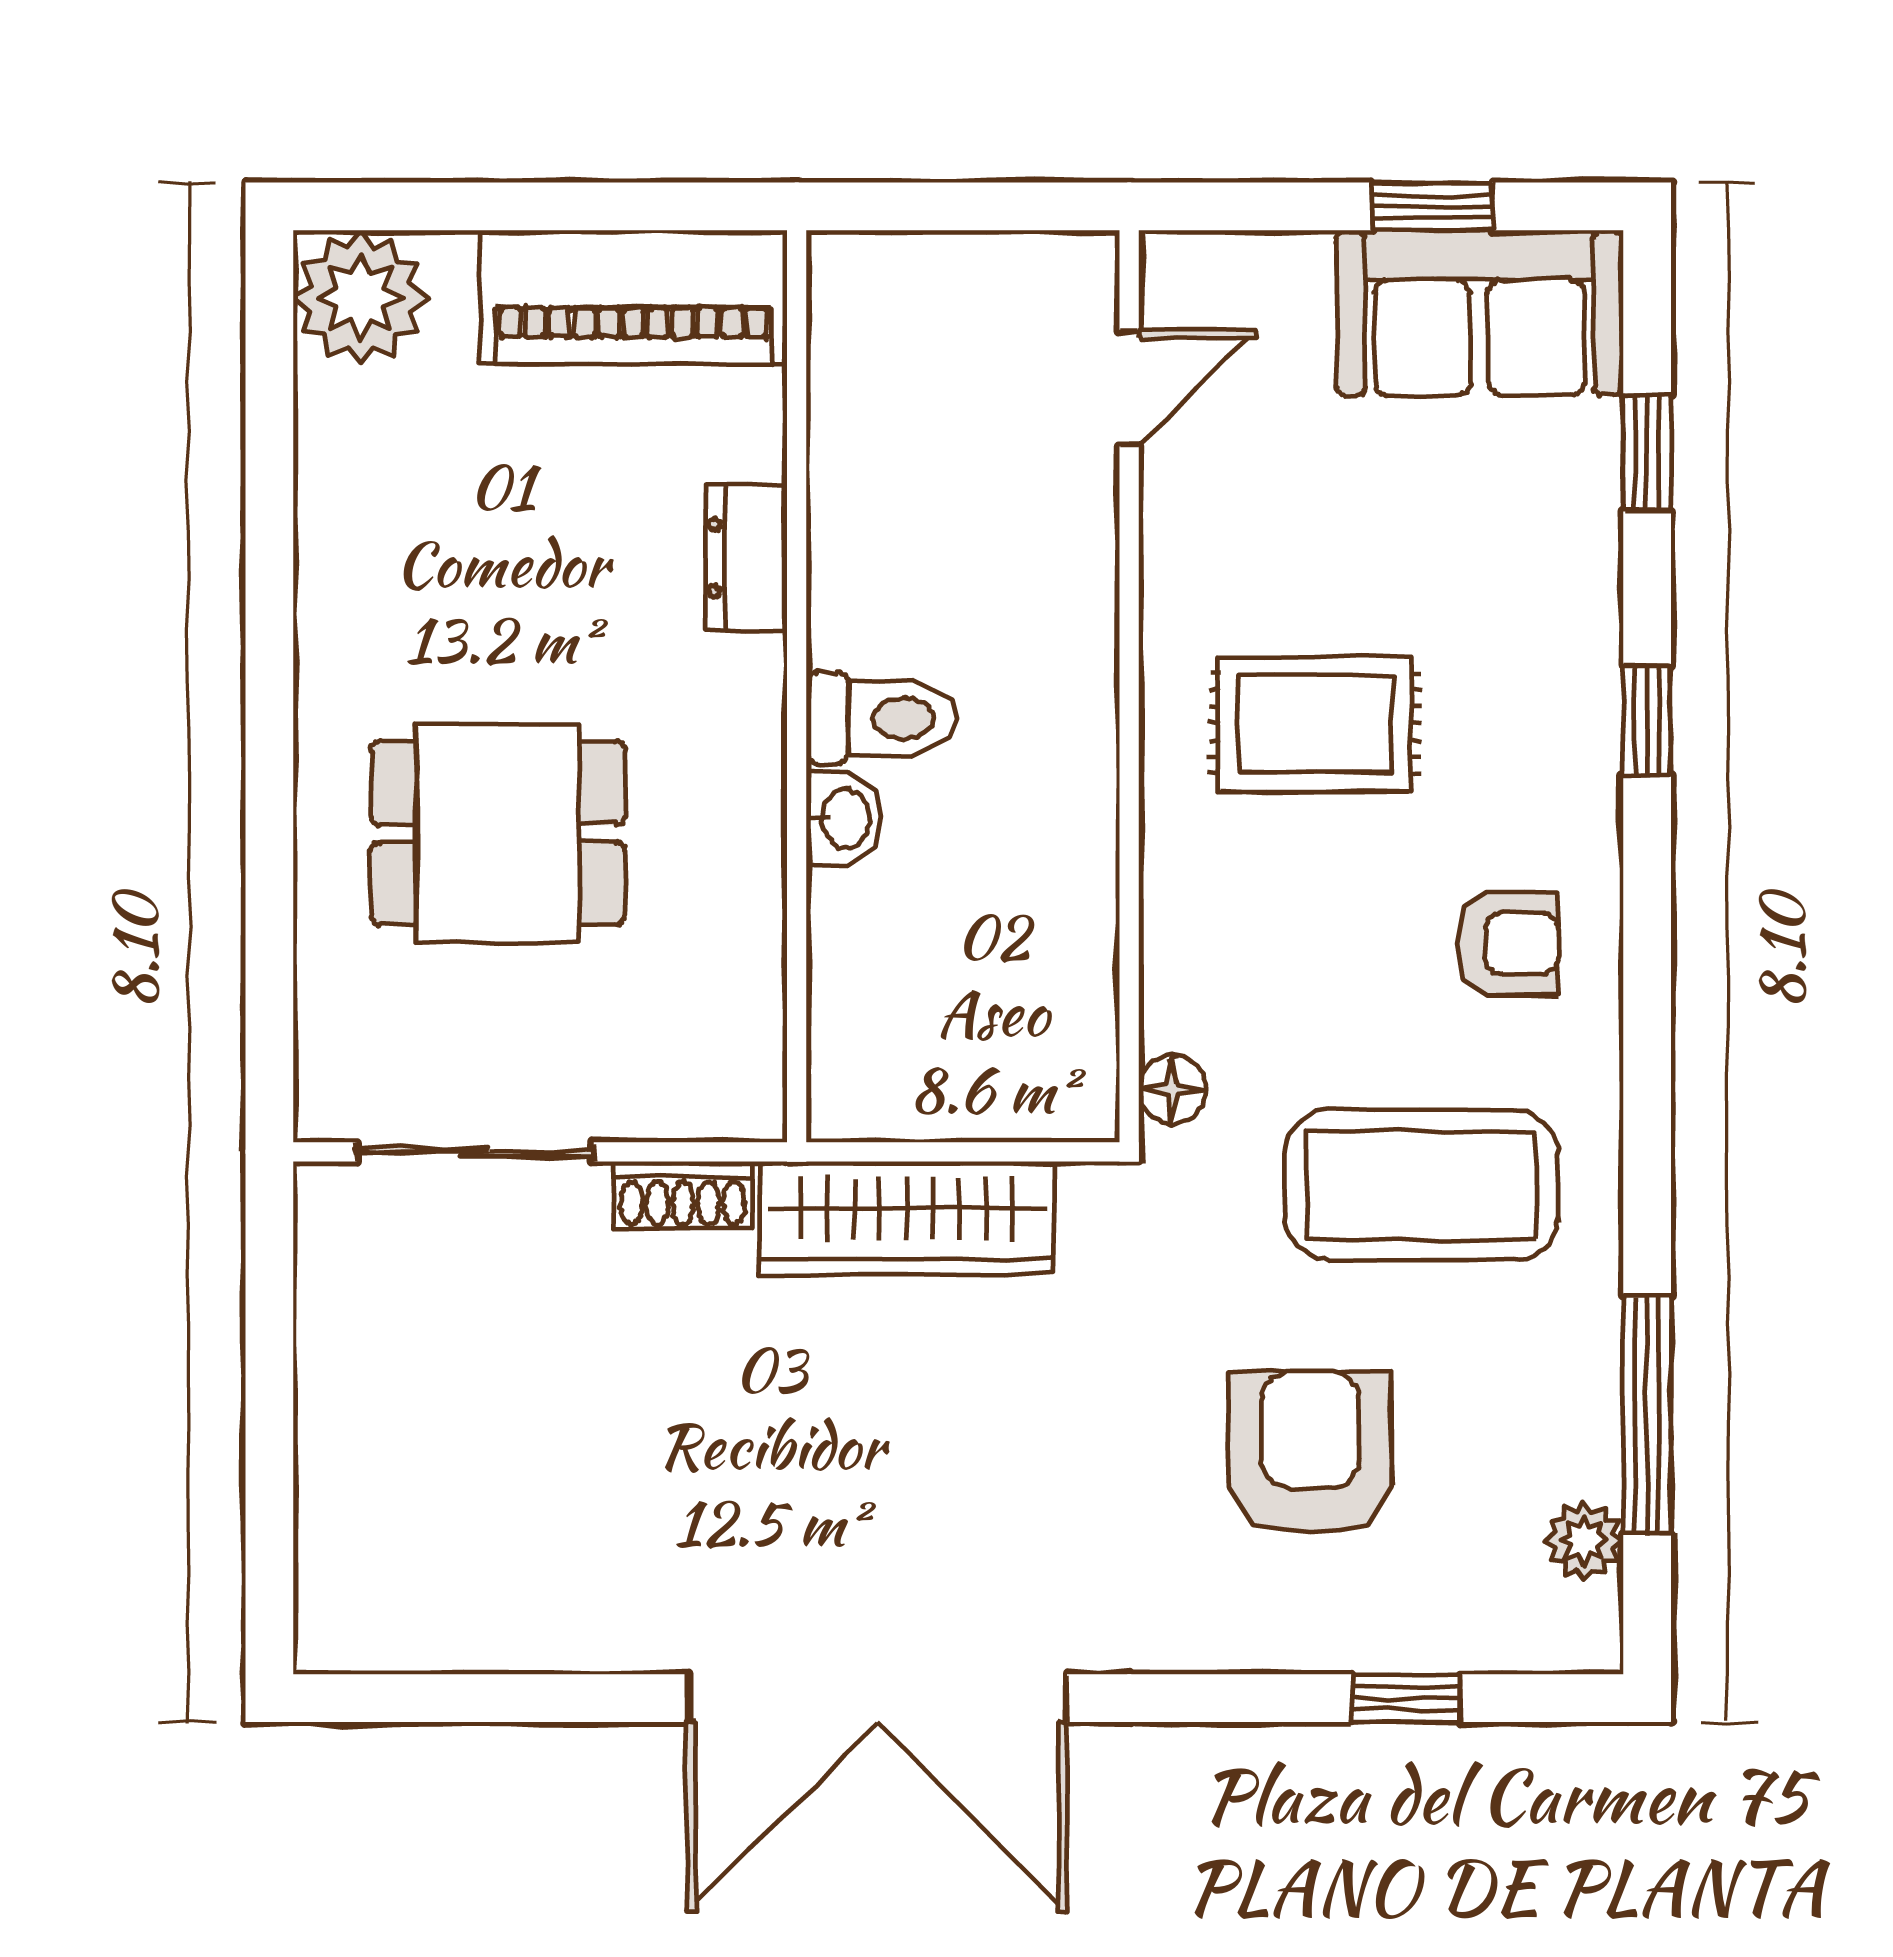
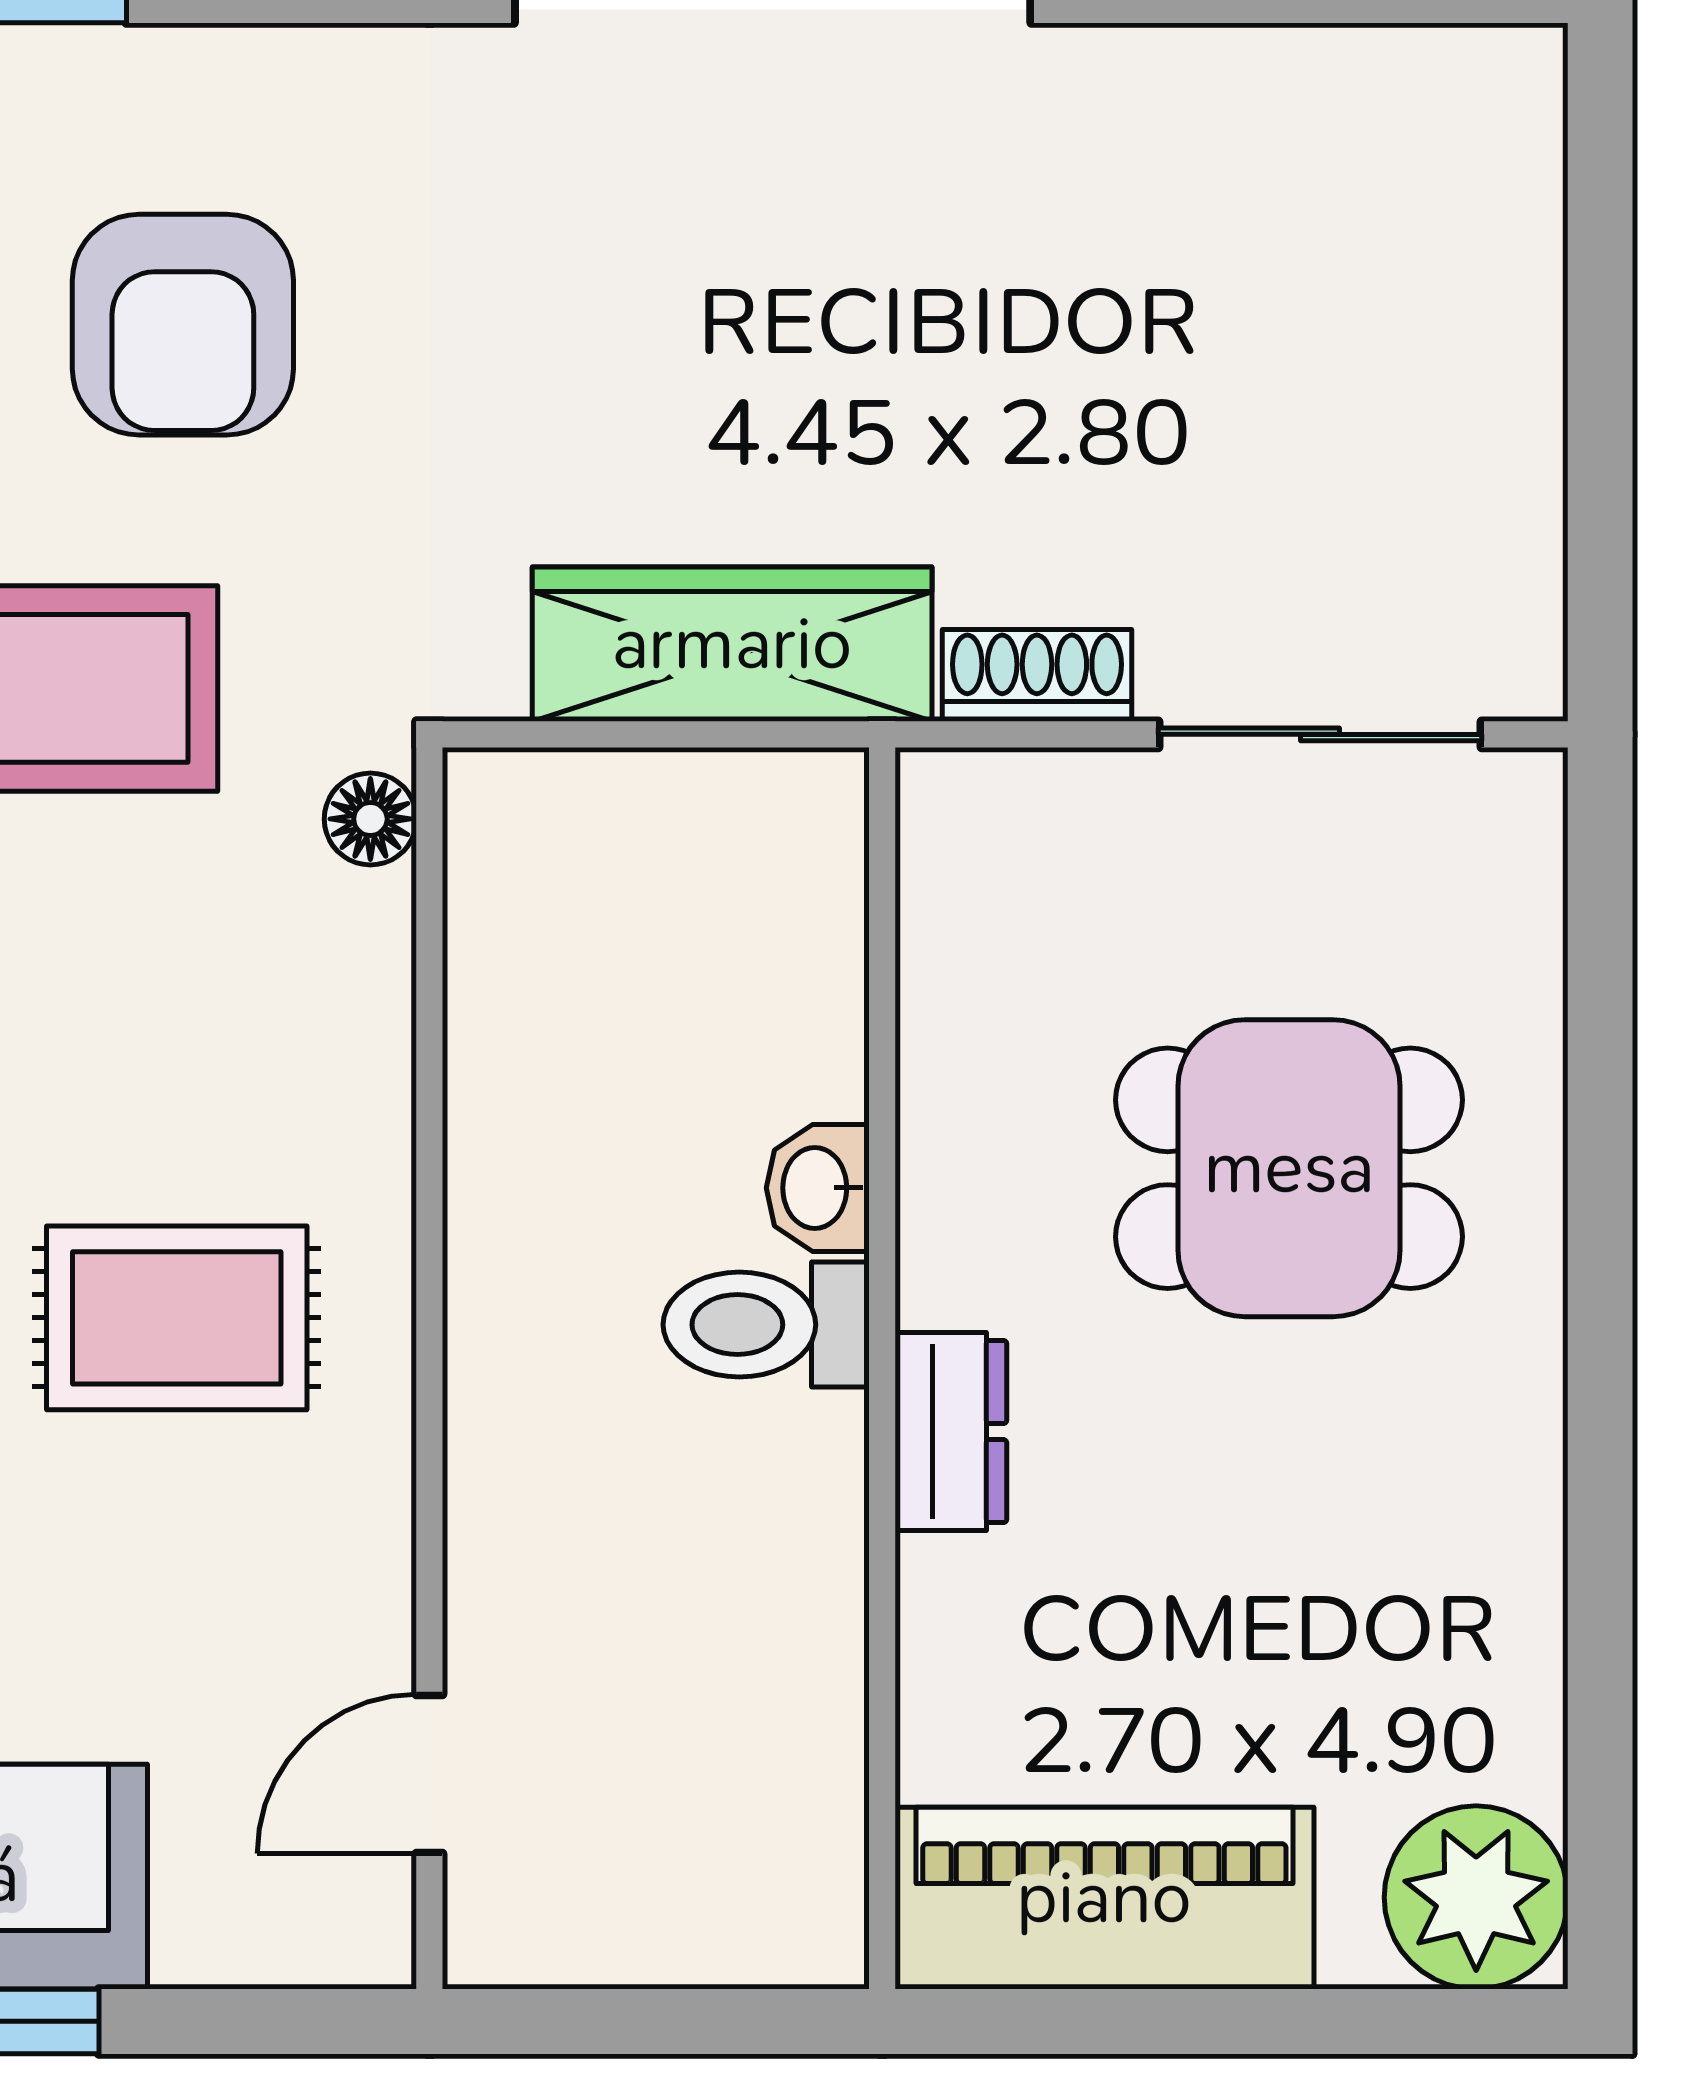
dresser: (746, 558) -> (951, 1432), moved

